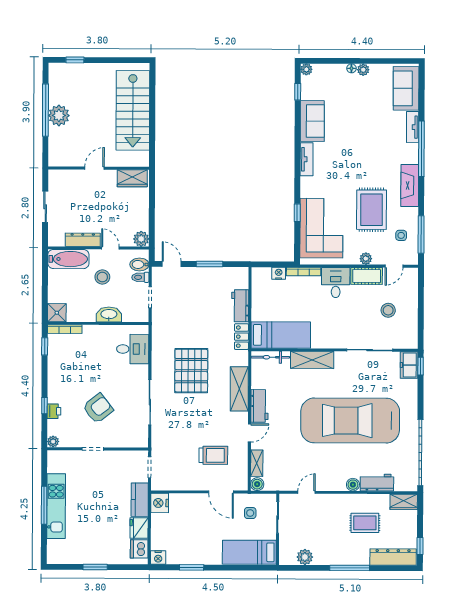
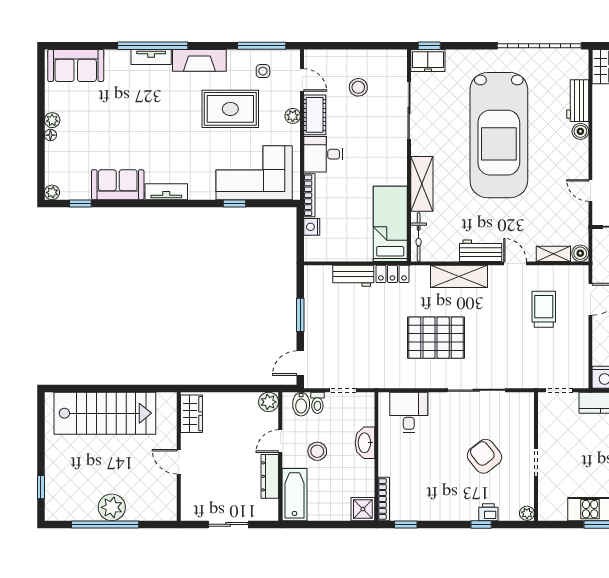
tv unit: (413, 127) -> (151, 57), moved

